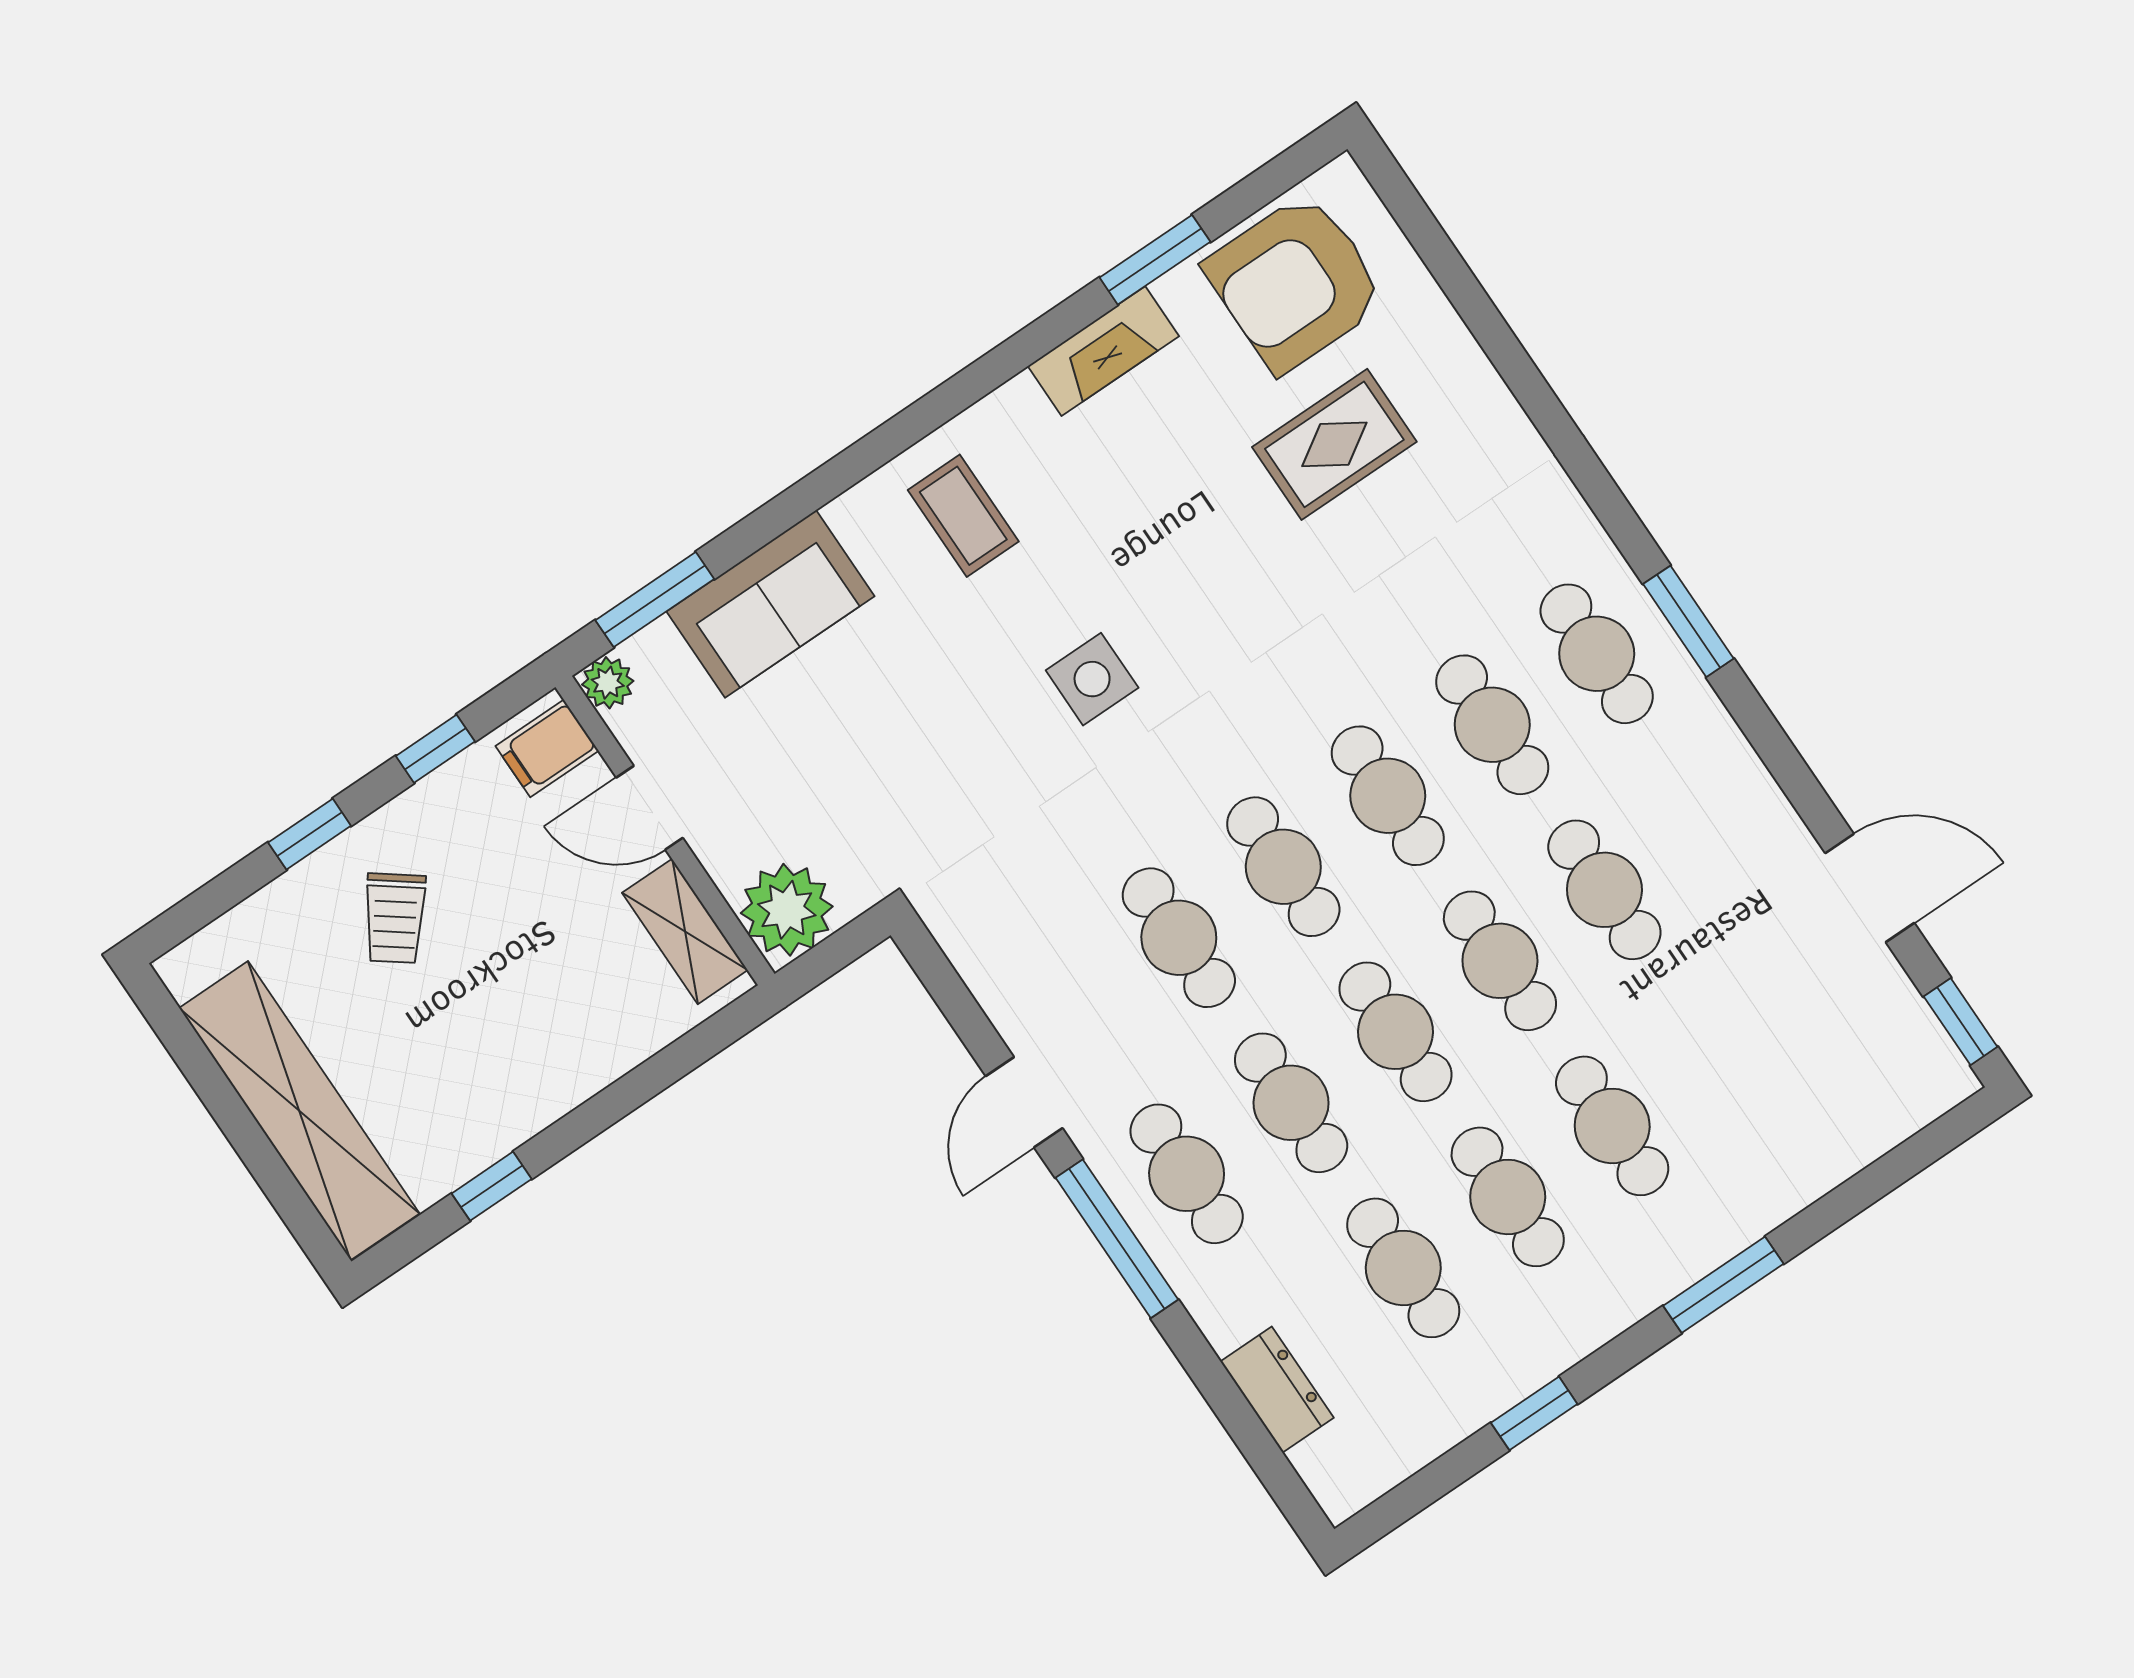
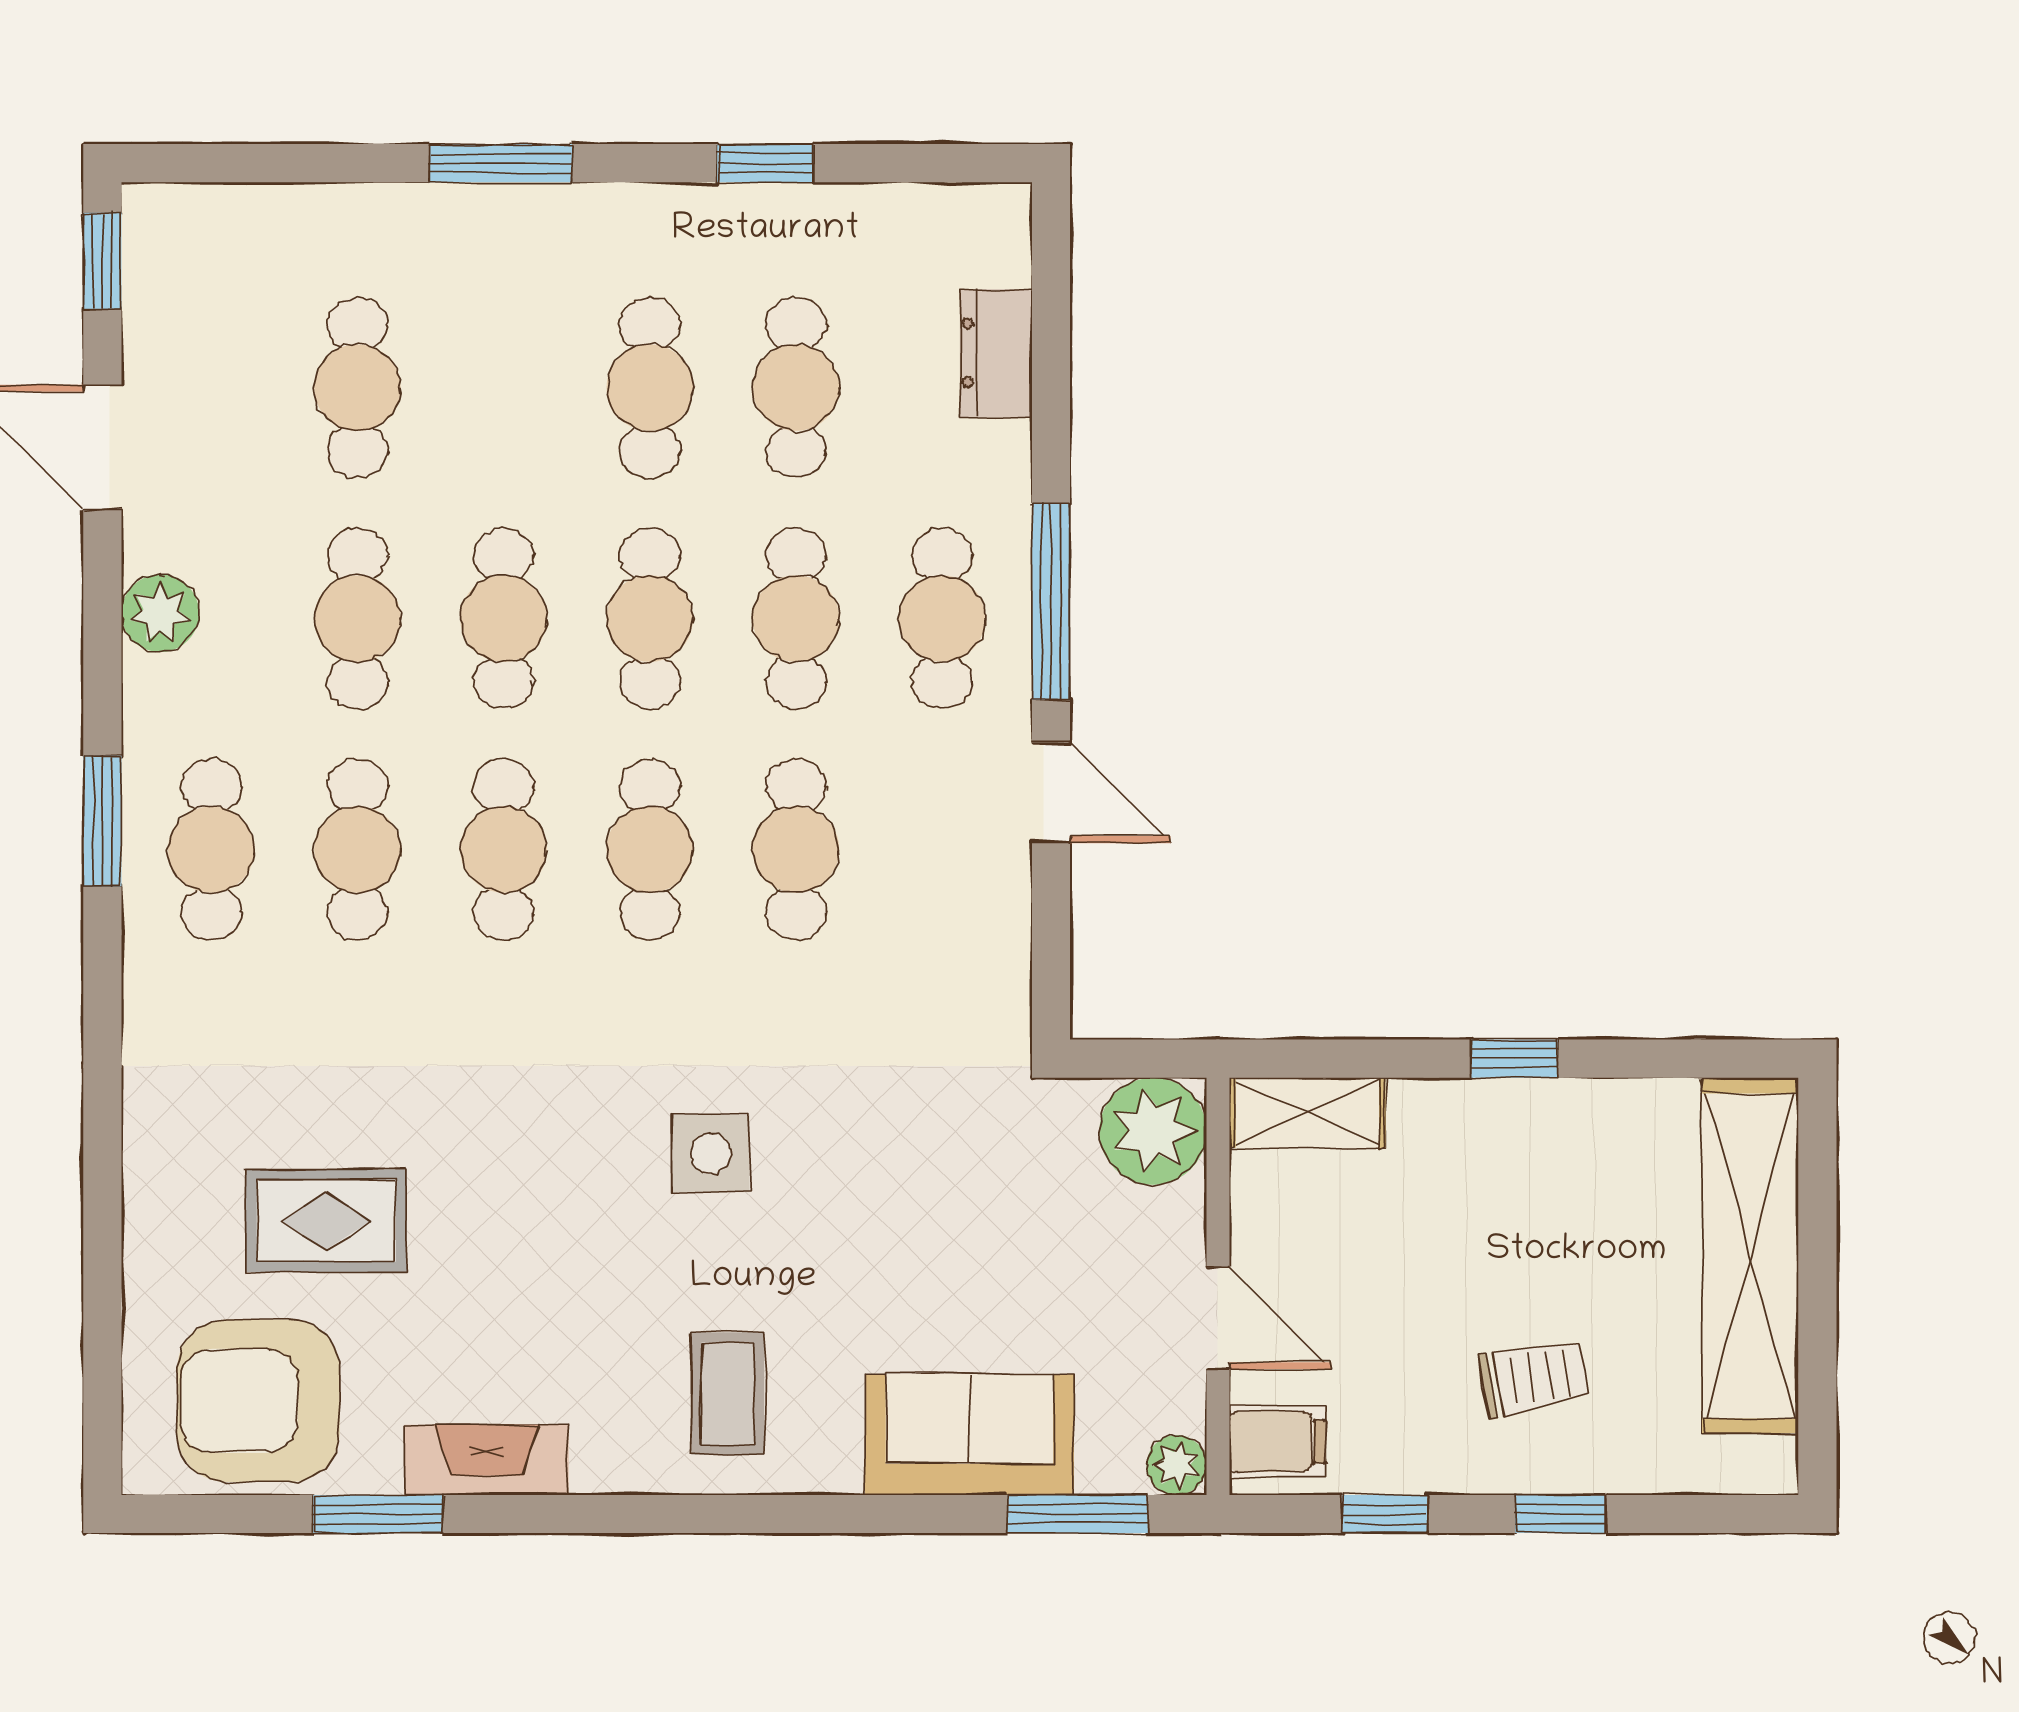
armchair: (1295, 283) -> (258, 1401), turned 180
plant: (1748, 798) -> (160, 613), added
trolley: (395, 918) -> (1533, 1378), turned 43
shelving: (685, 931) -> (1307, 1113), moved, turned 90
door: (1024, 1102) -> (1051, 793), hinge flipped
cafe table: (1612, 1126) -> (357, 388), moved
window: (492, 1186) -> (1514, 1059), moved

